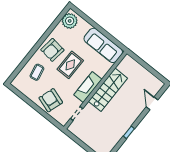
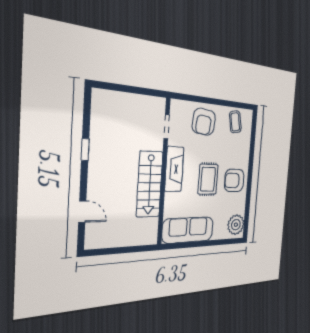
armchair: (52, 50) -> (234, 180), turned -97
coffee table: (37, 72) -> (235, 122), moved
armchair: (51, 100) -> (204, 122), turned 78

